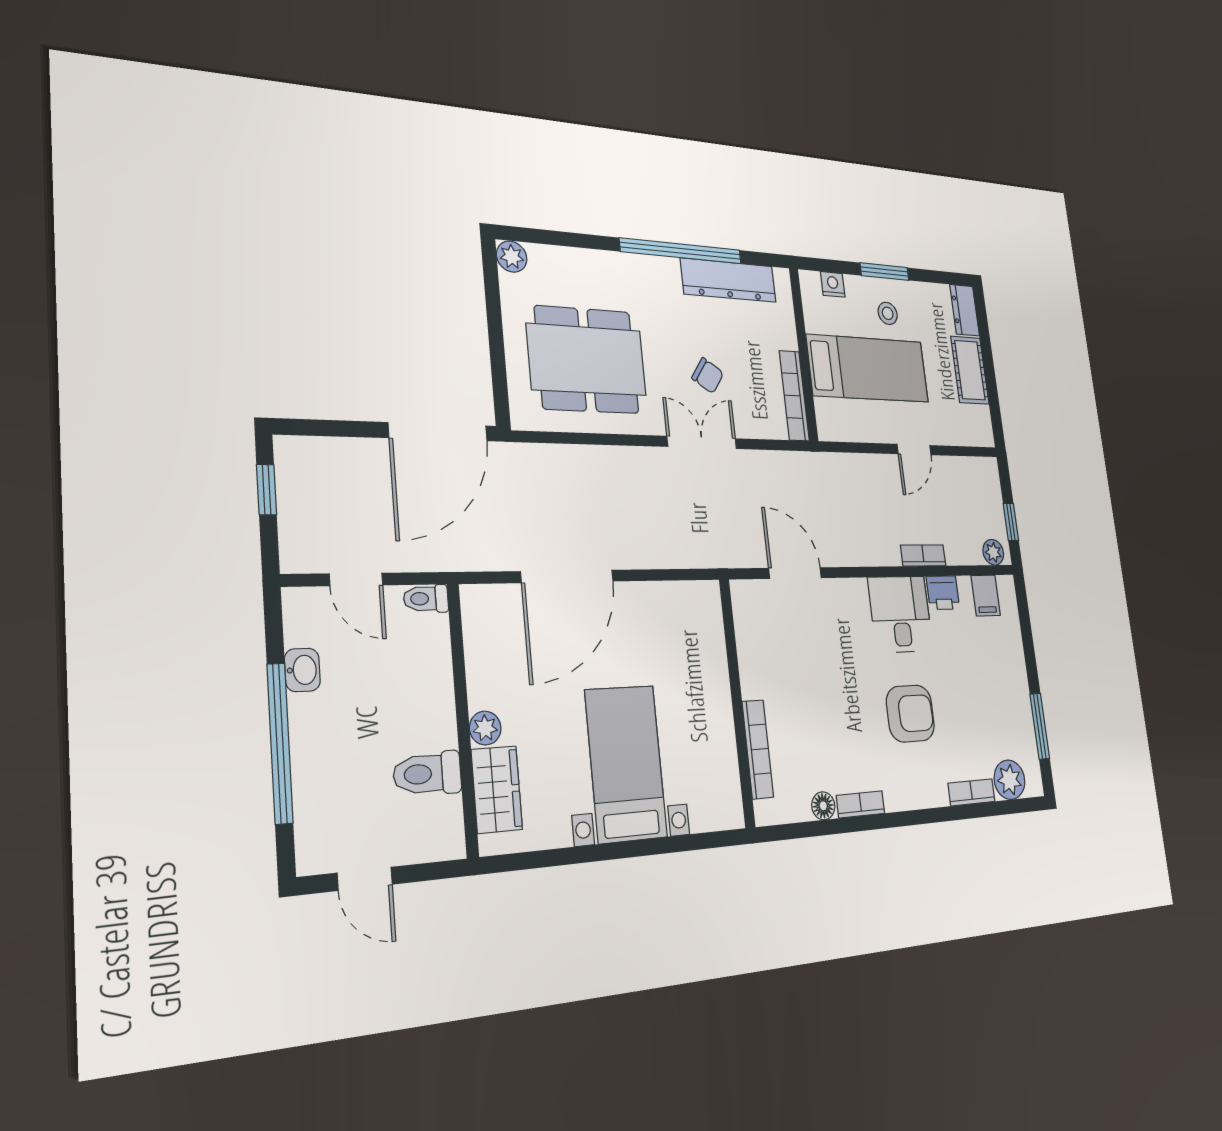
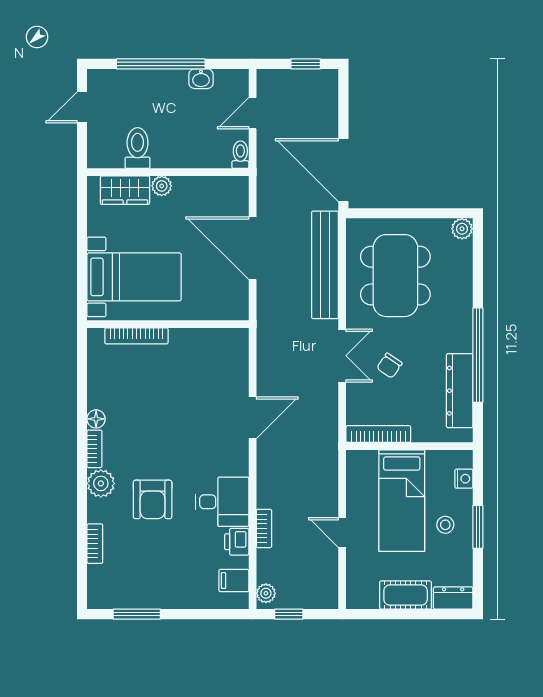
bench: (581, 464) -> (325, 265), added
wall: (737, 702) -> (168, 324), moved
bookcase: (758, 749) -> (136, 336), moved
plant: (1009, 780) -> (101, 483), moved

